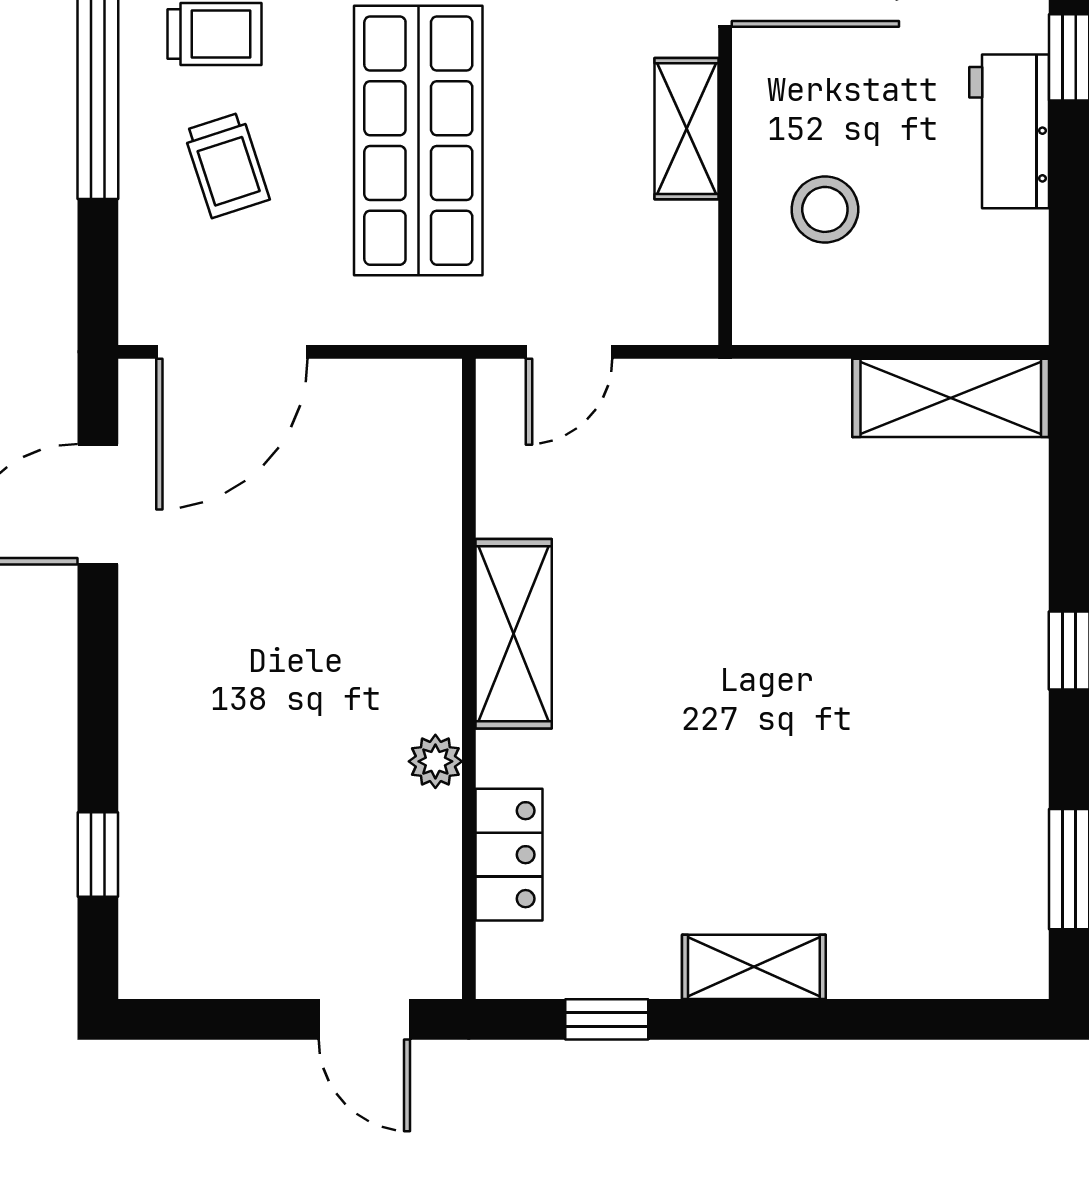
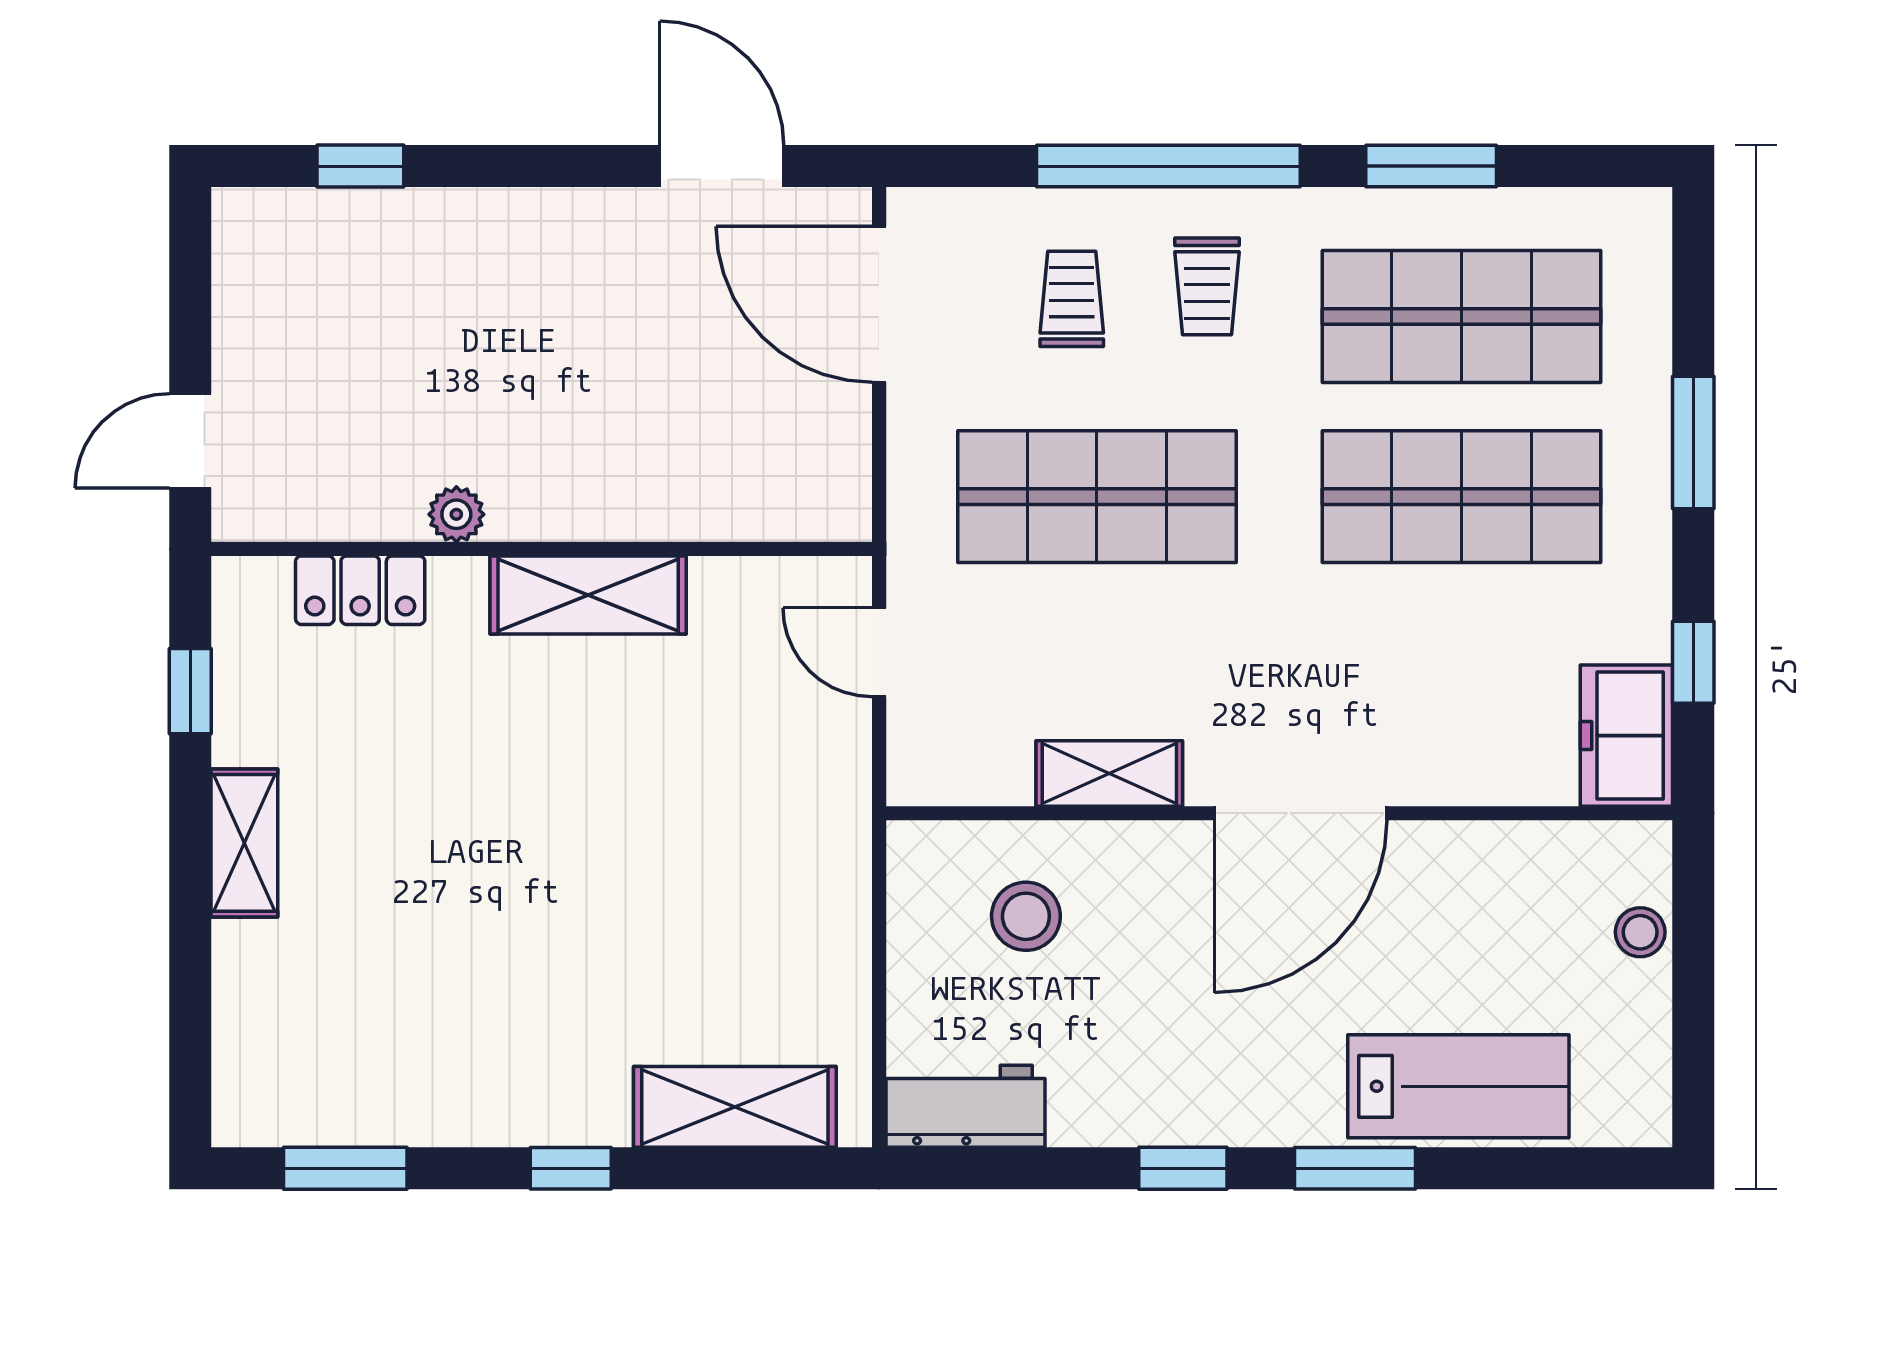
workbench: (1009, 131) -> (965, 1106), moved
trolley: (227, 165) -> (1072, 299), turned 108
shelving: (951, 398) -> (735, 1107), moved, turned 90

